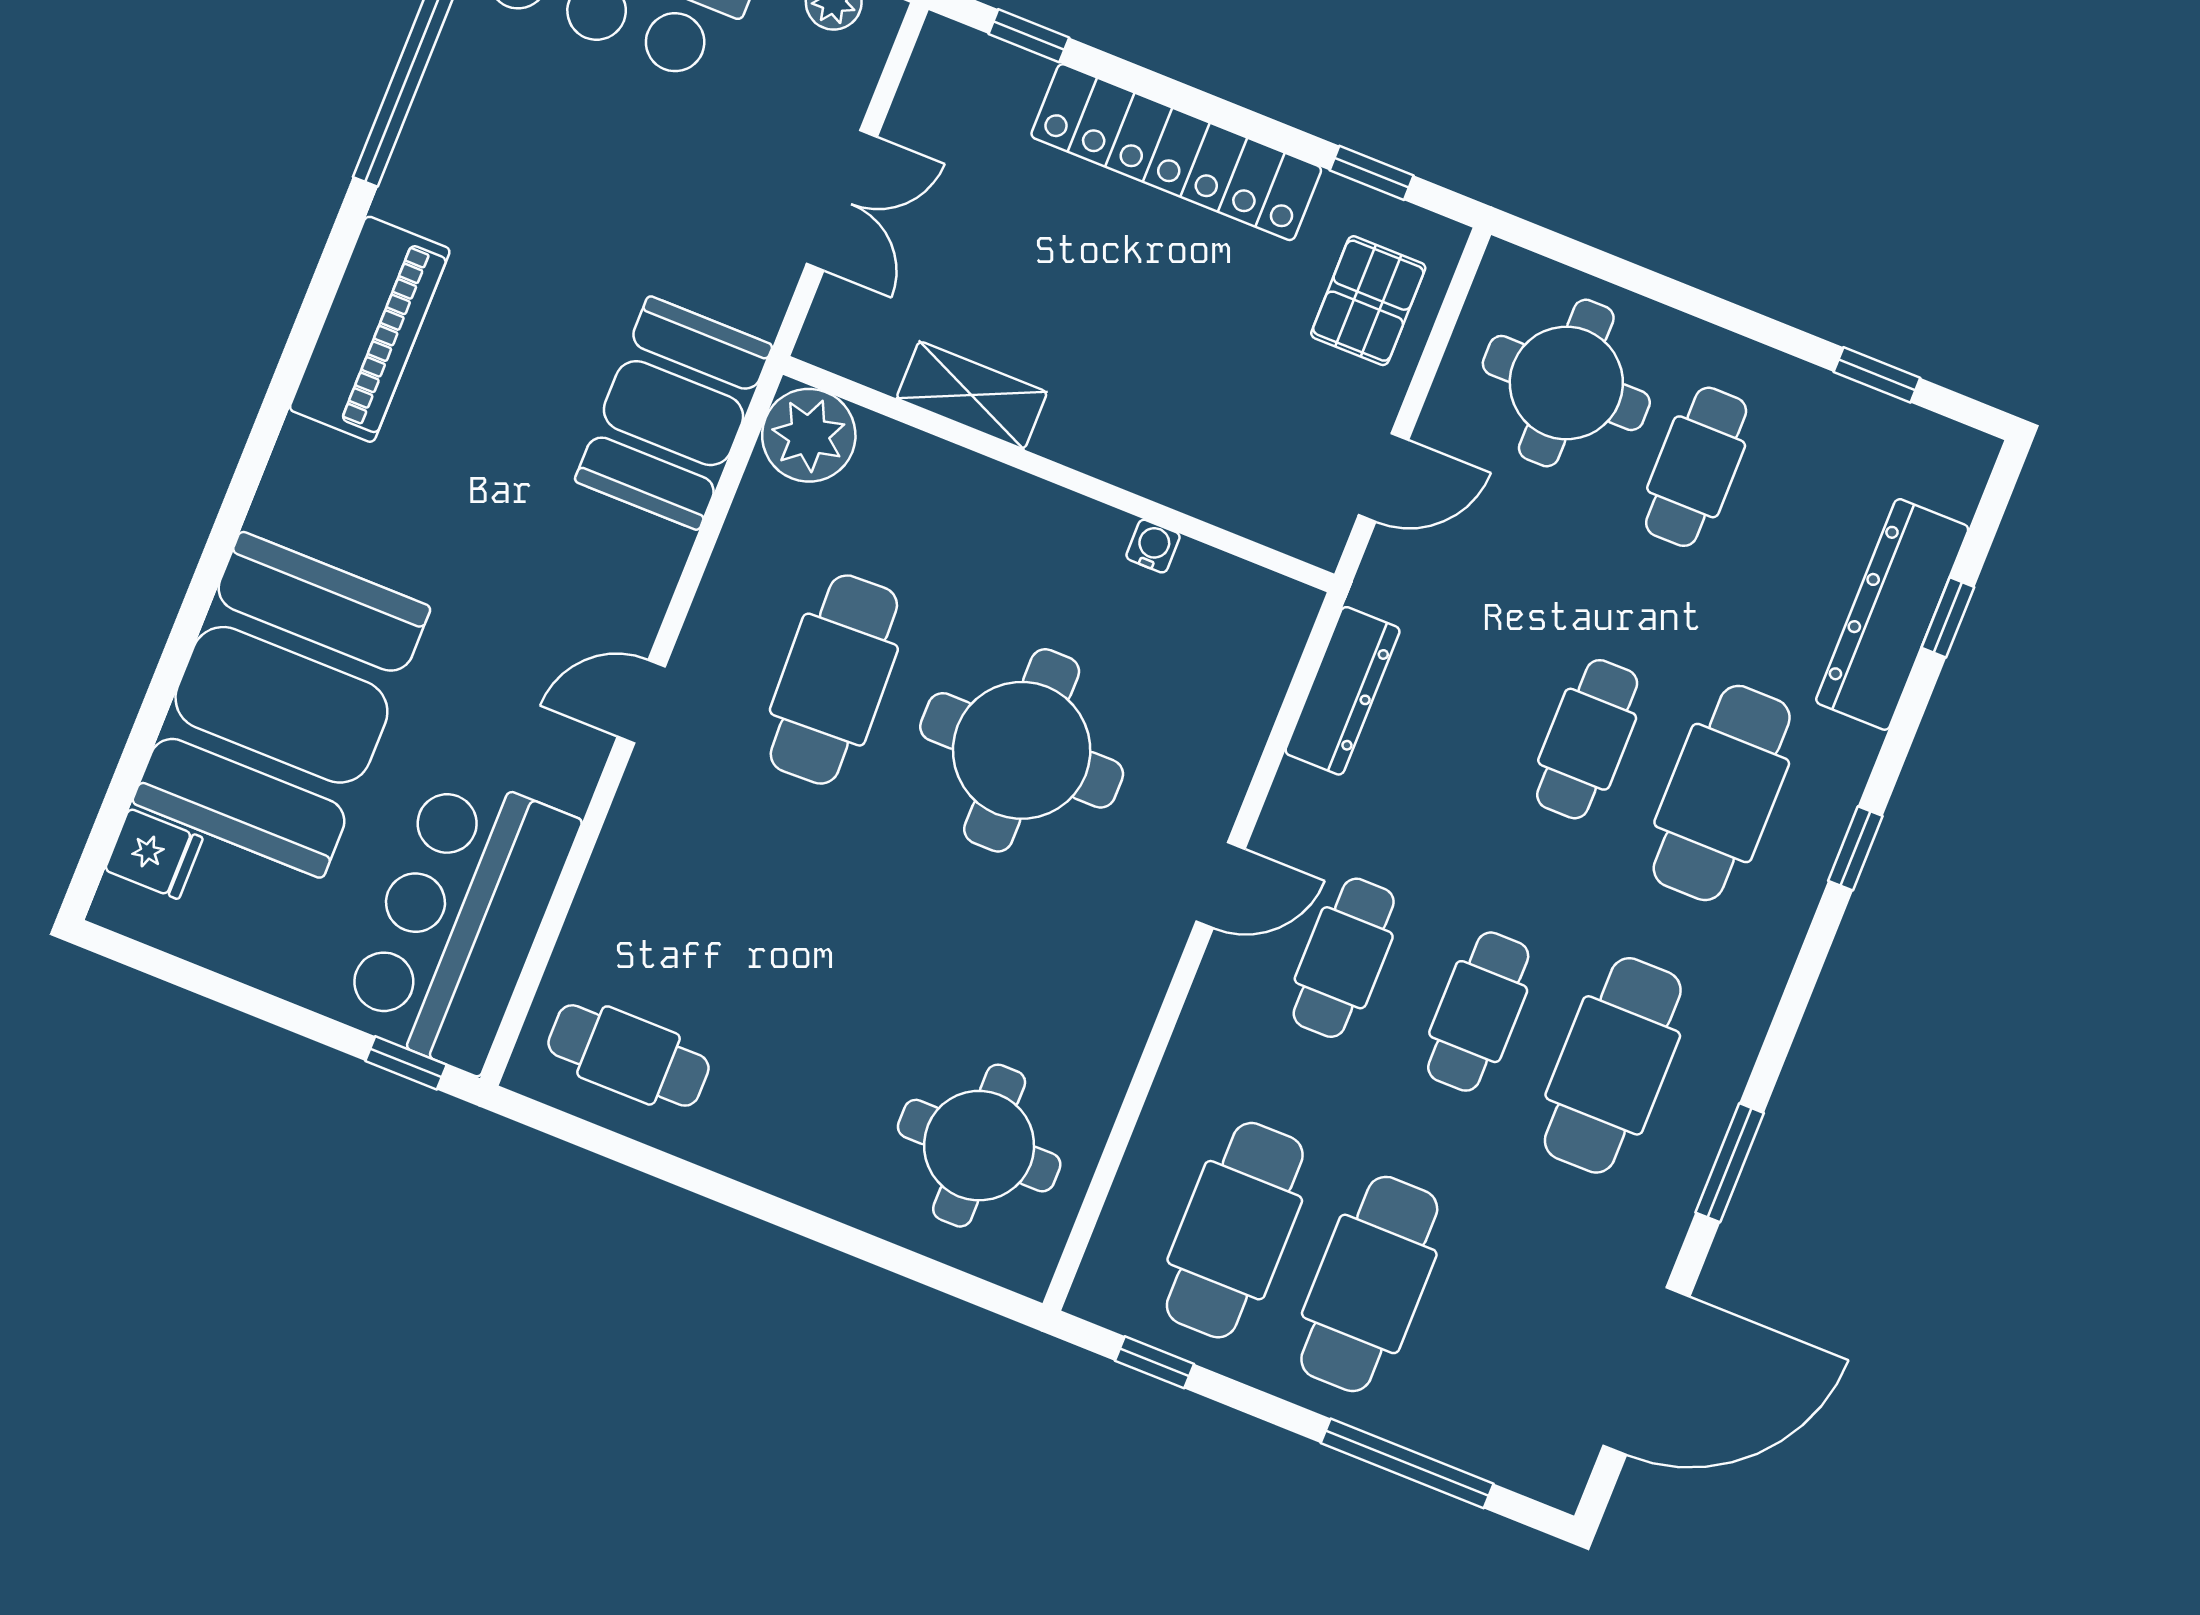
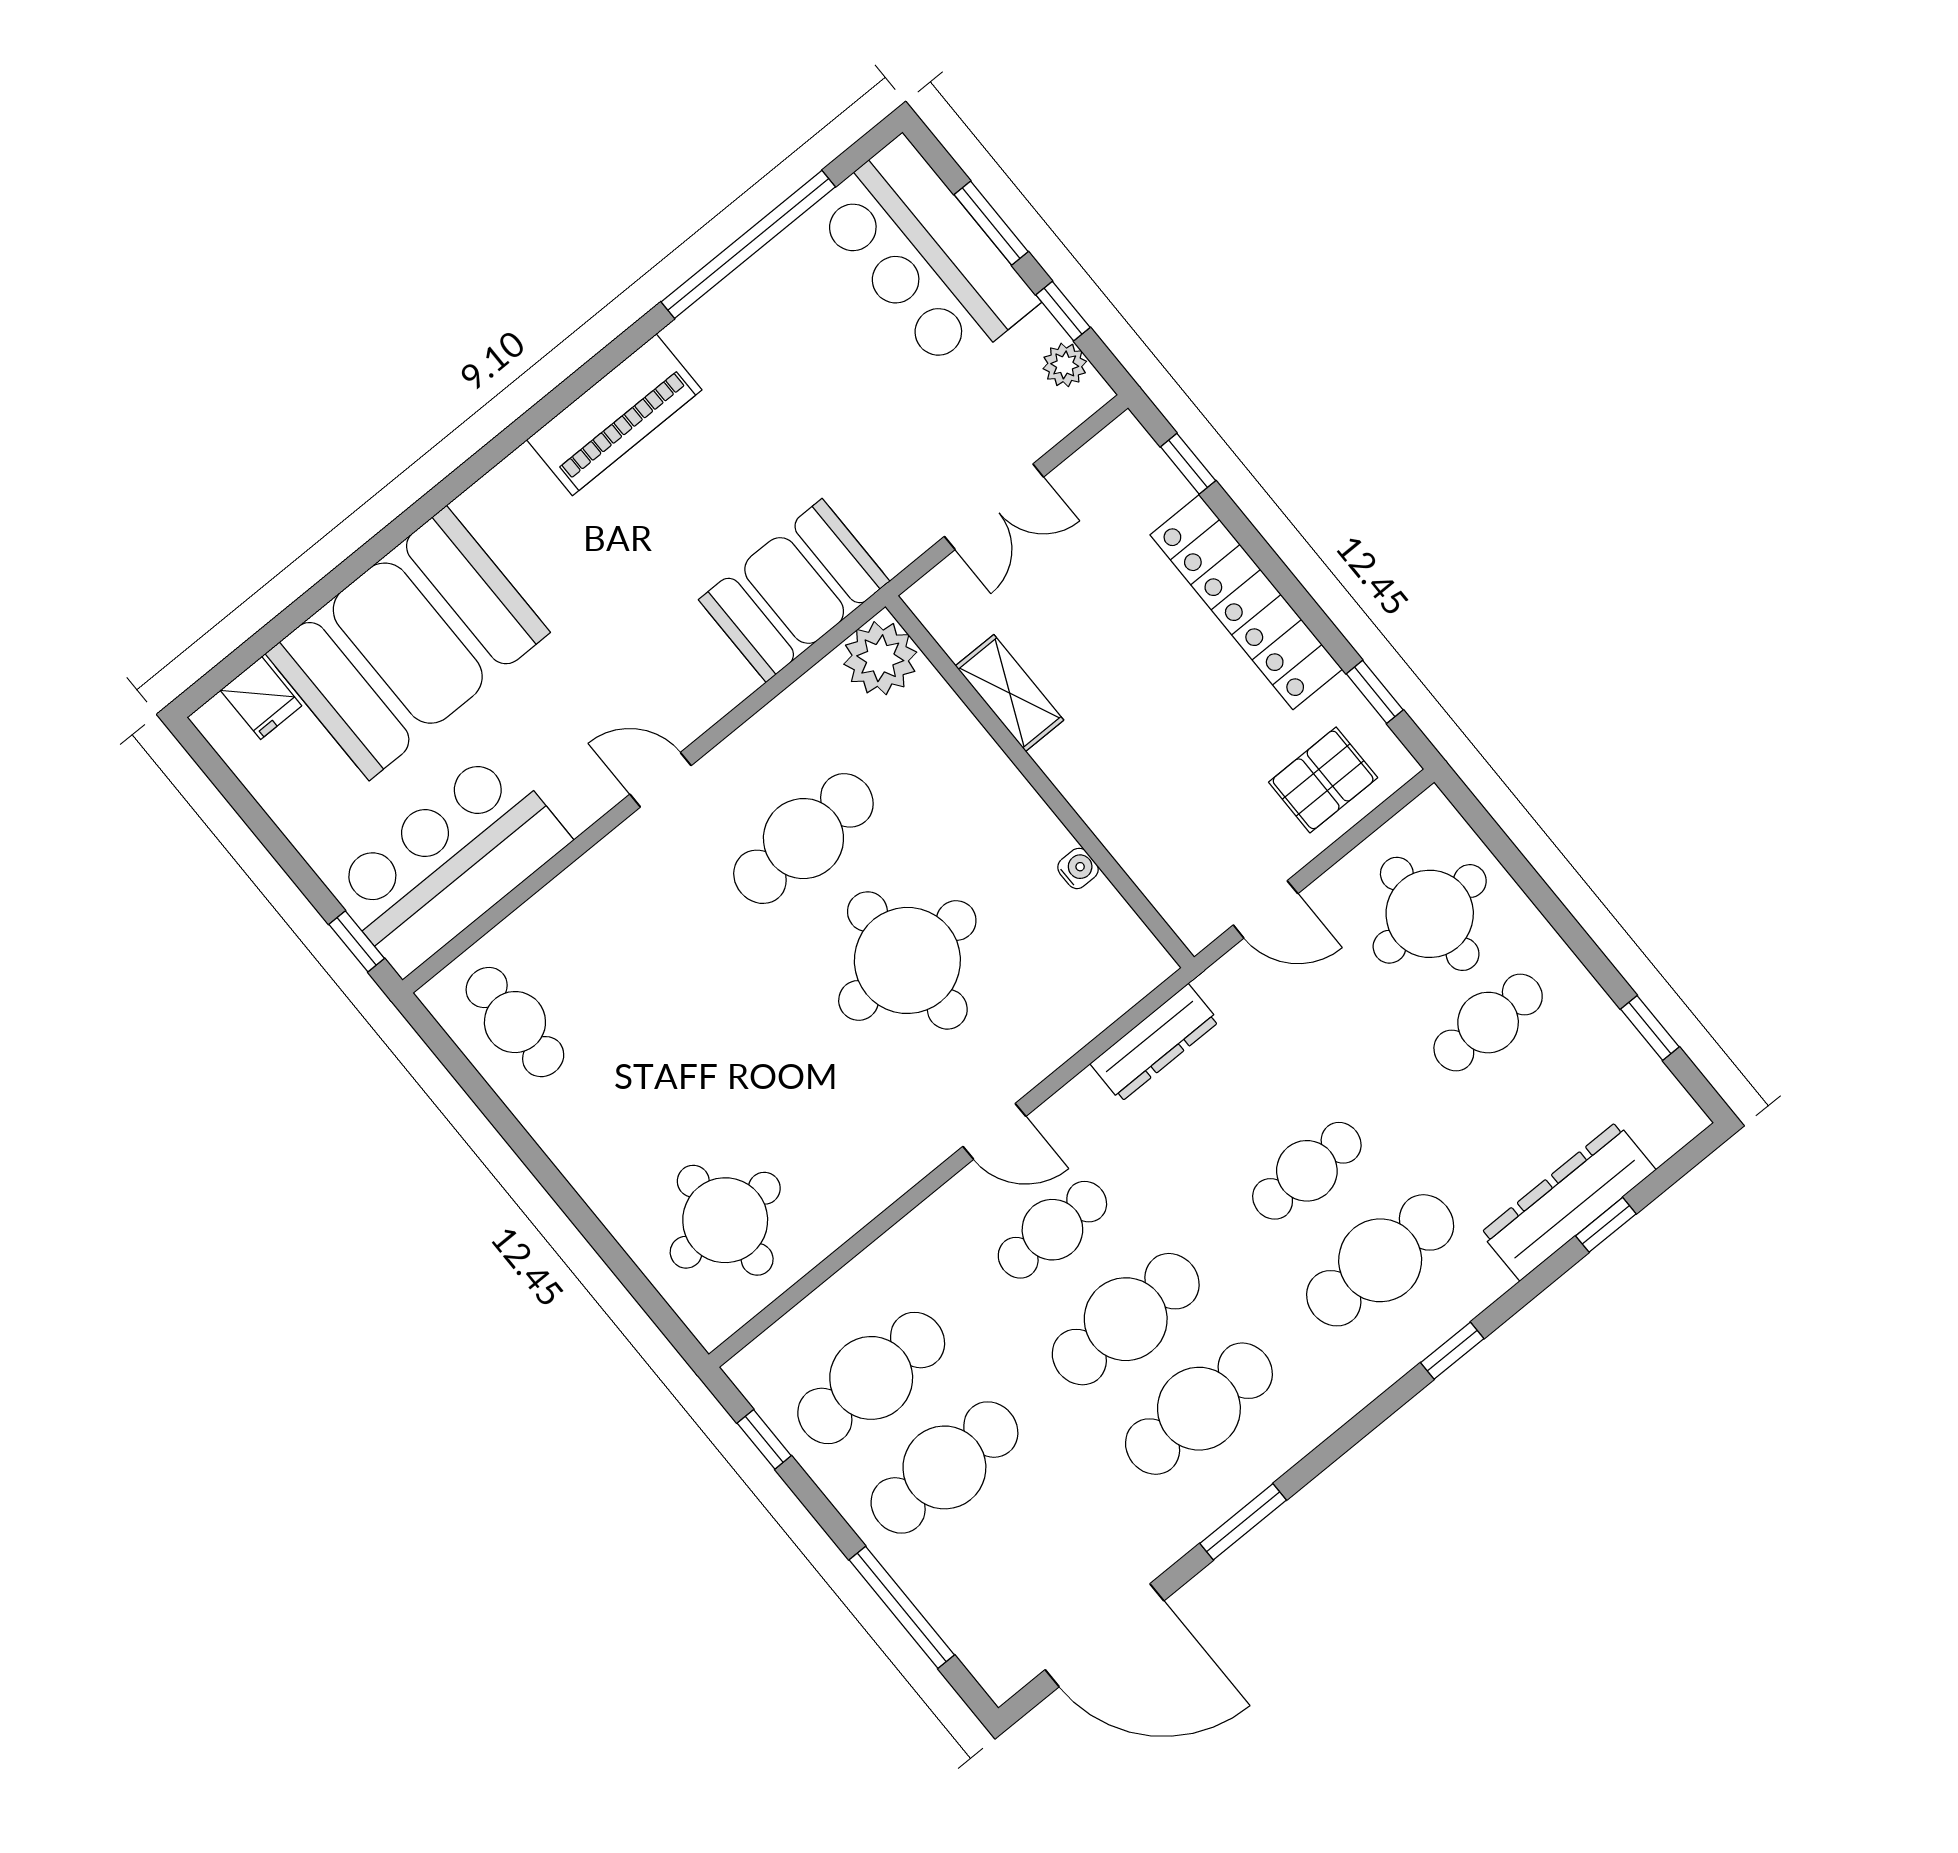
cafe table: (1478, 1012) -> (1126, 1319), width x1.37, depth x1.35

